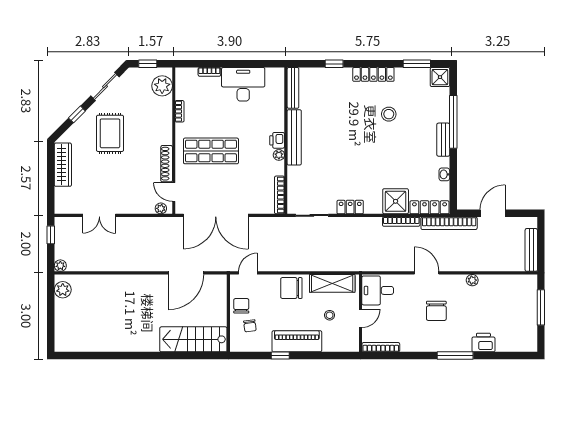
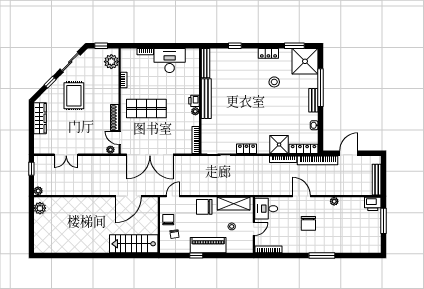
locker: (373, 74) -> (268, 53), width x0.66
shower: (440, 77) -> (305, 61), width x1.86, depth x1.86
printer: (483, 343) -> (373, 204), moved, turned 180

